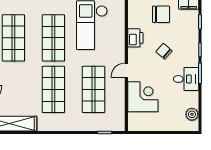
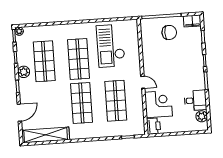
printer: (135, 38) -> (154, 126), moved
chair: (164, 51) -> (174, 64), removed
door: (126, 70) -> (143, 82), swing flipped
desk: (186, 79) -> (195, 100), moved

